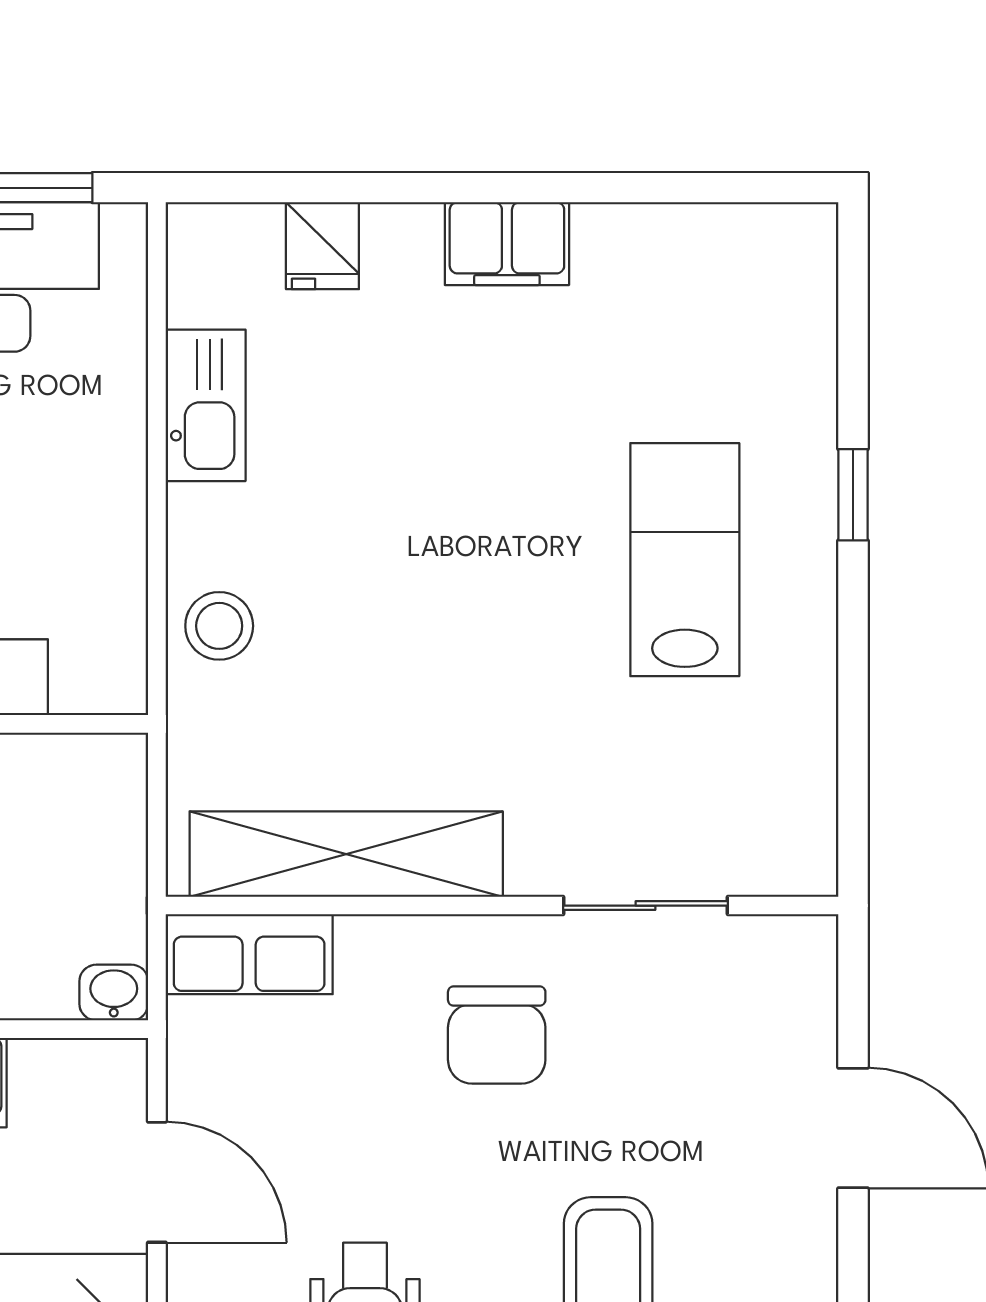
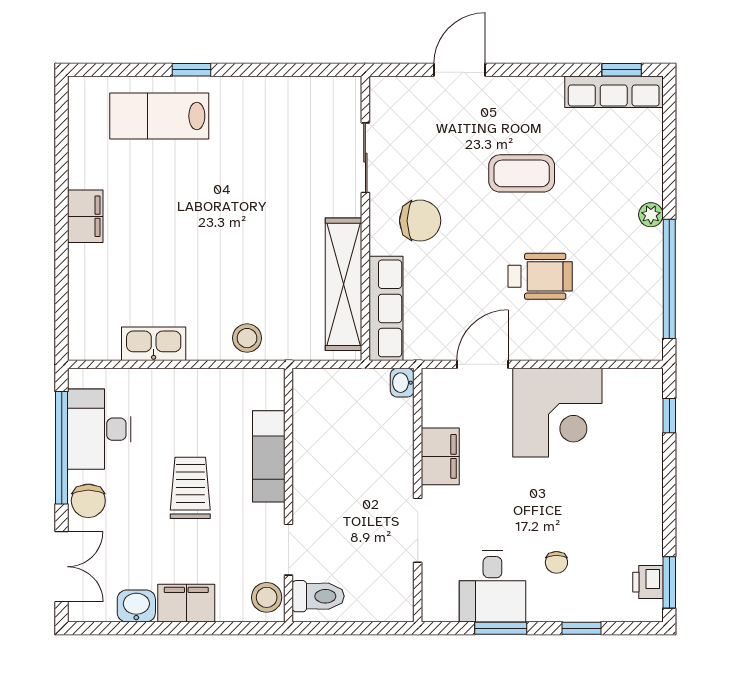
fridge: (322, 246) -> (86, 294), removed
lab bench: (685, 560) -> (159, 116), moved
row of seats: (249, 954) -> (386, 308), width x1.48

